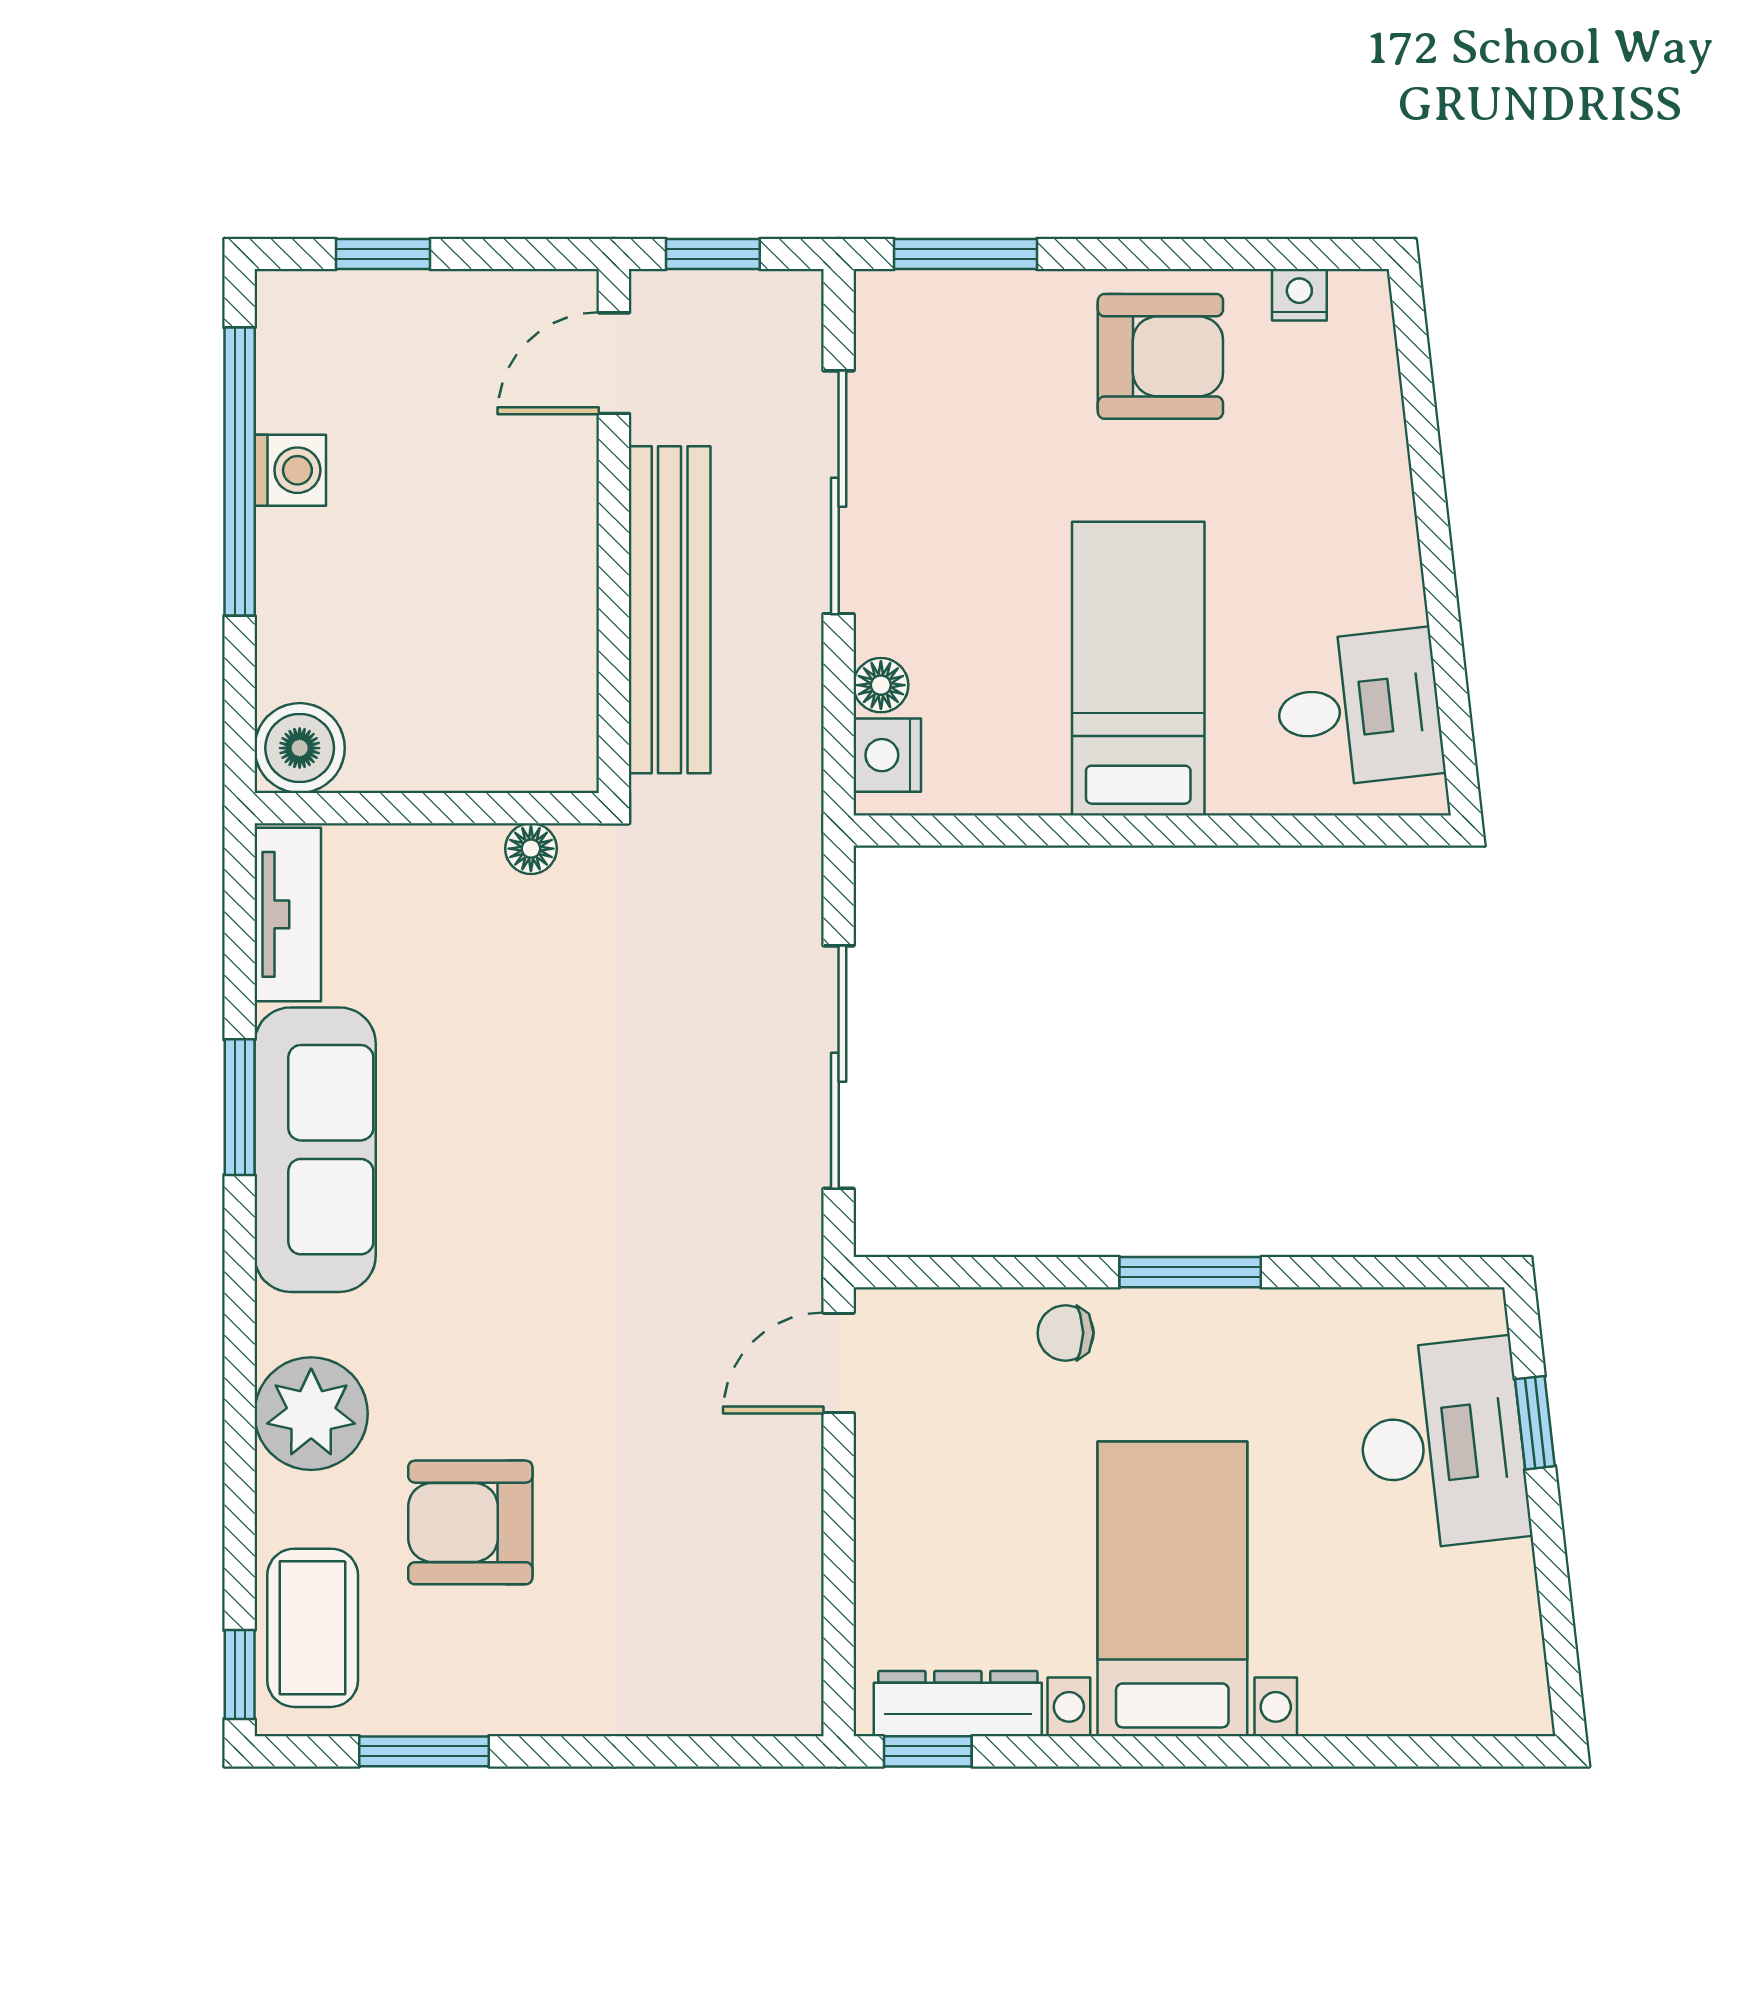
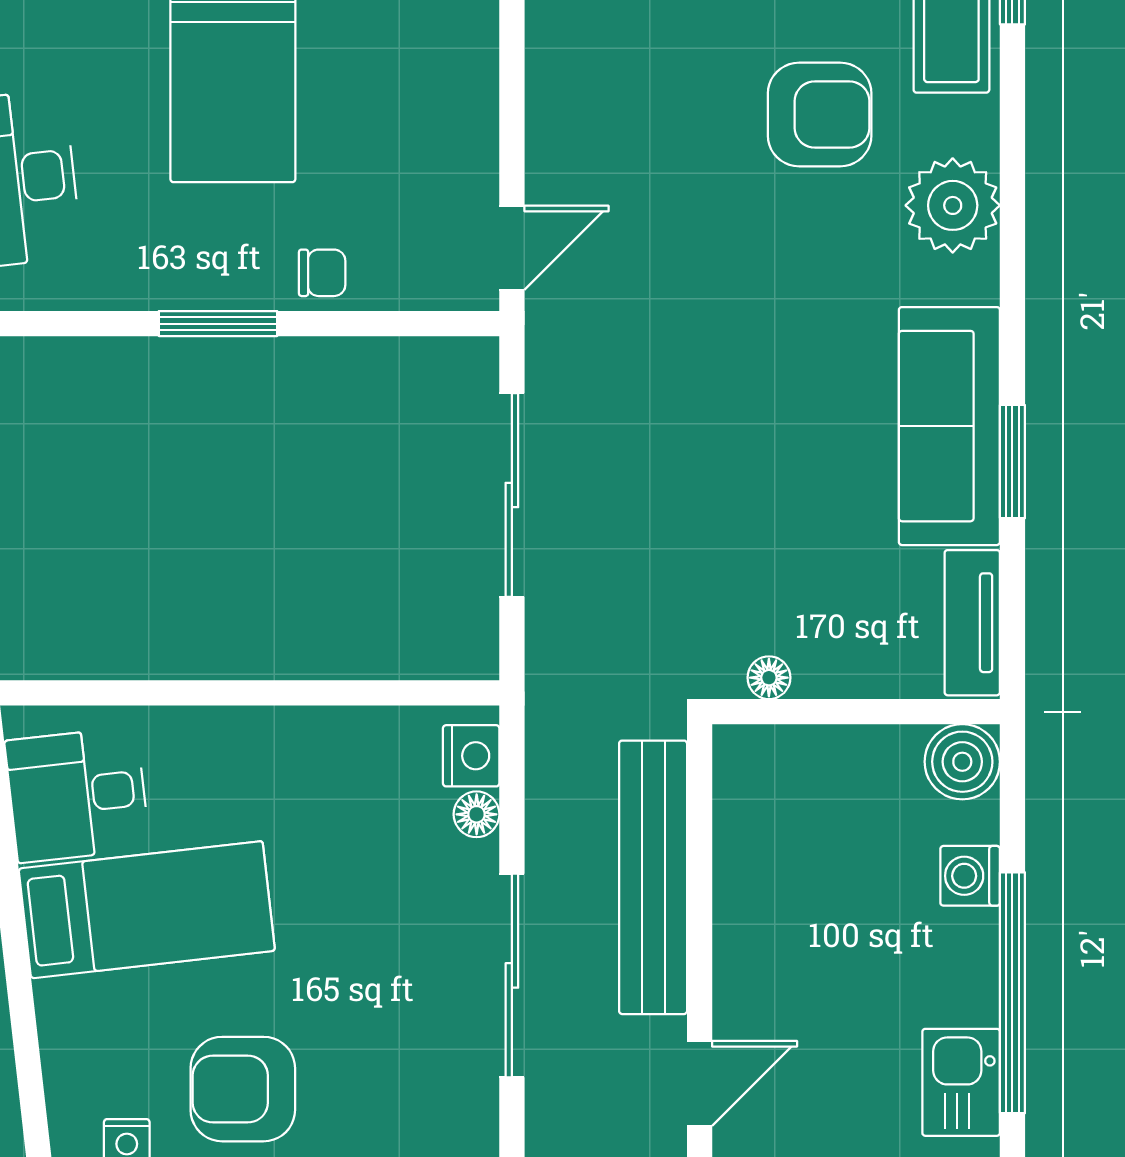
kitchen sink: (301, 364) -> (961, 1082), added
washing machine: (290, 470) -> (970, 876), moved
bed: (1138, 669) -> (147, 910), moved, turned -96

